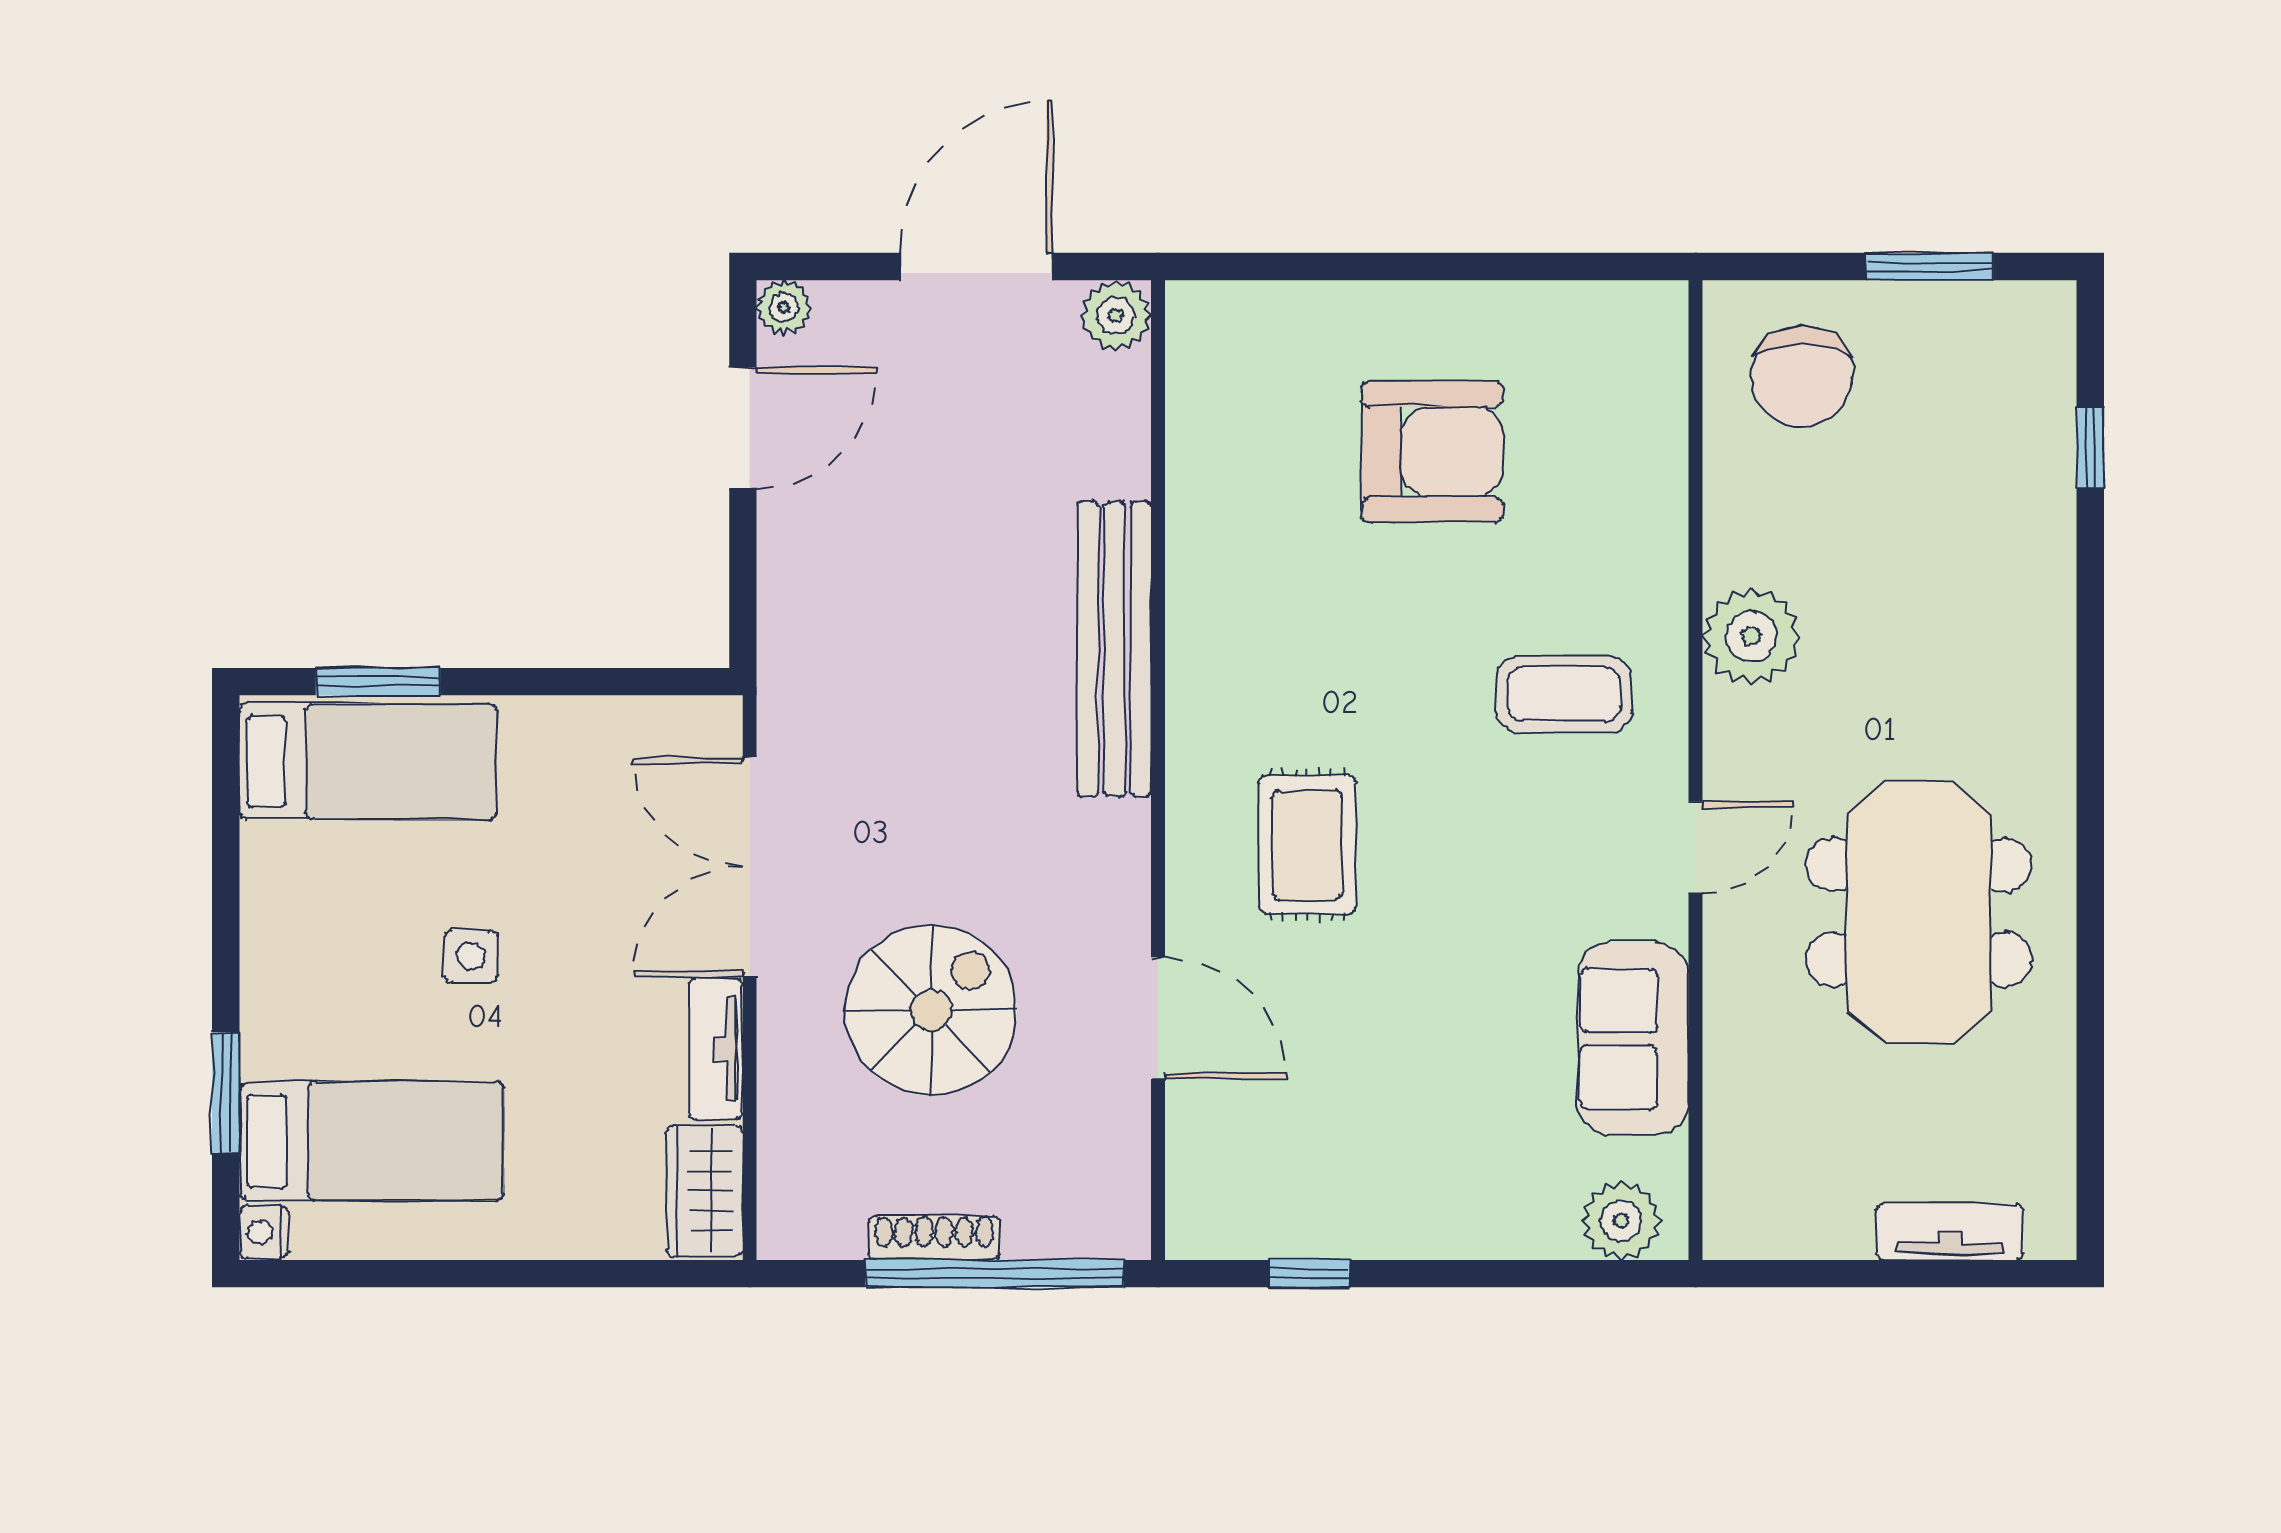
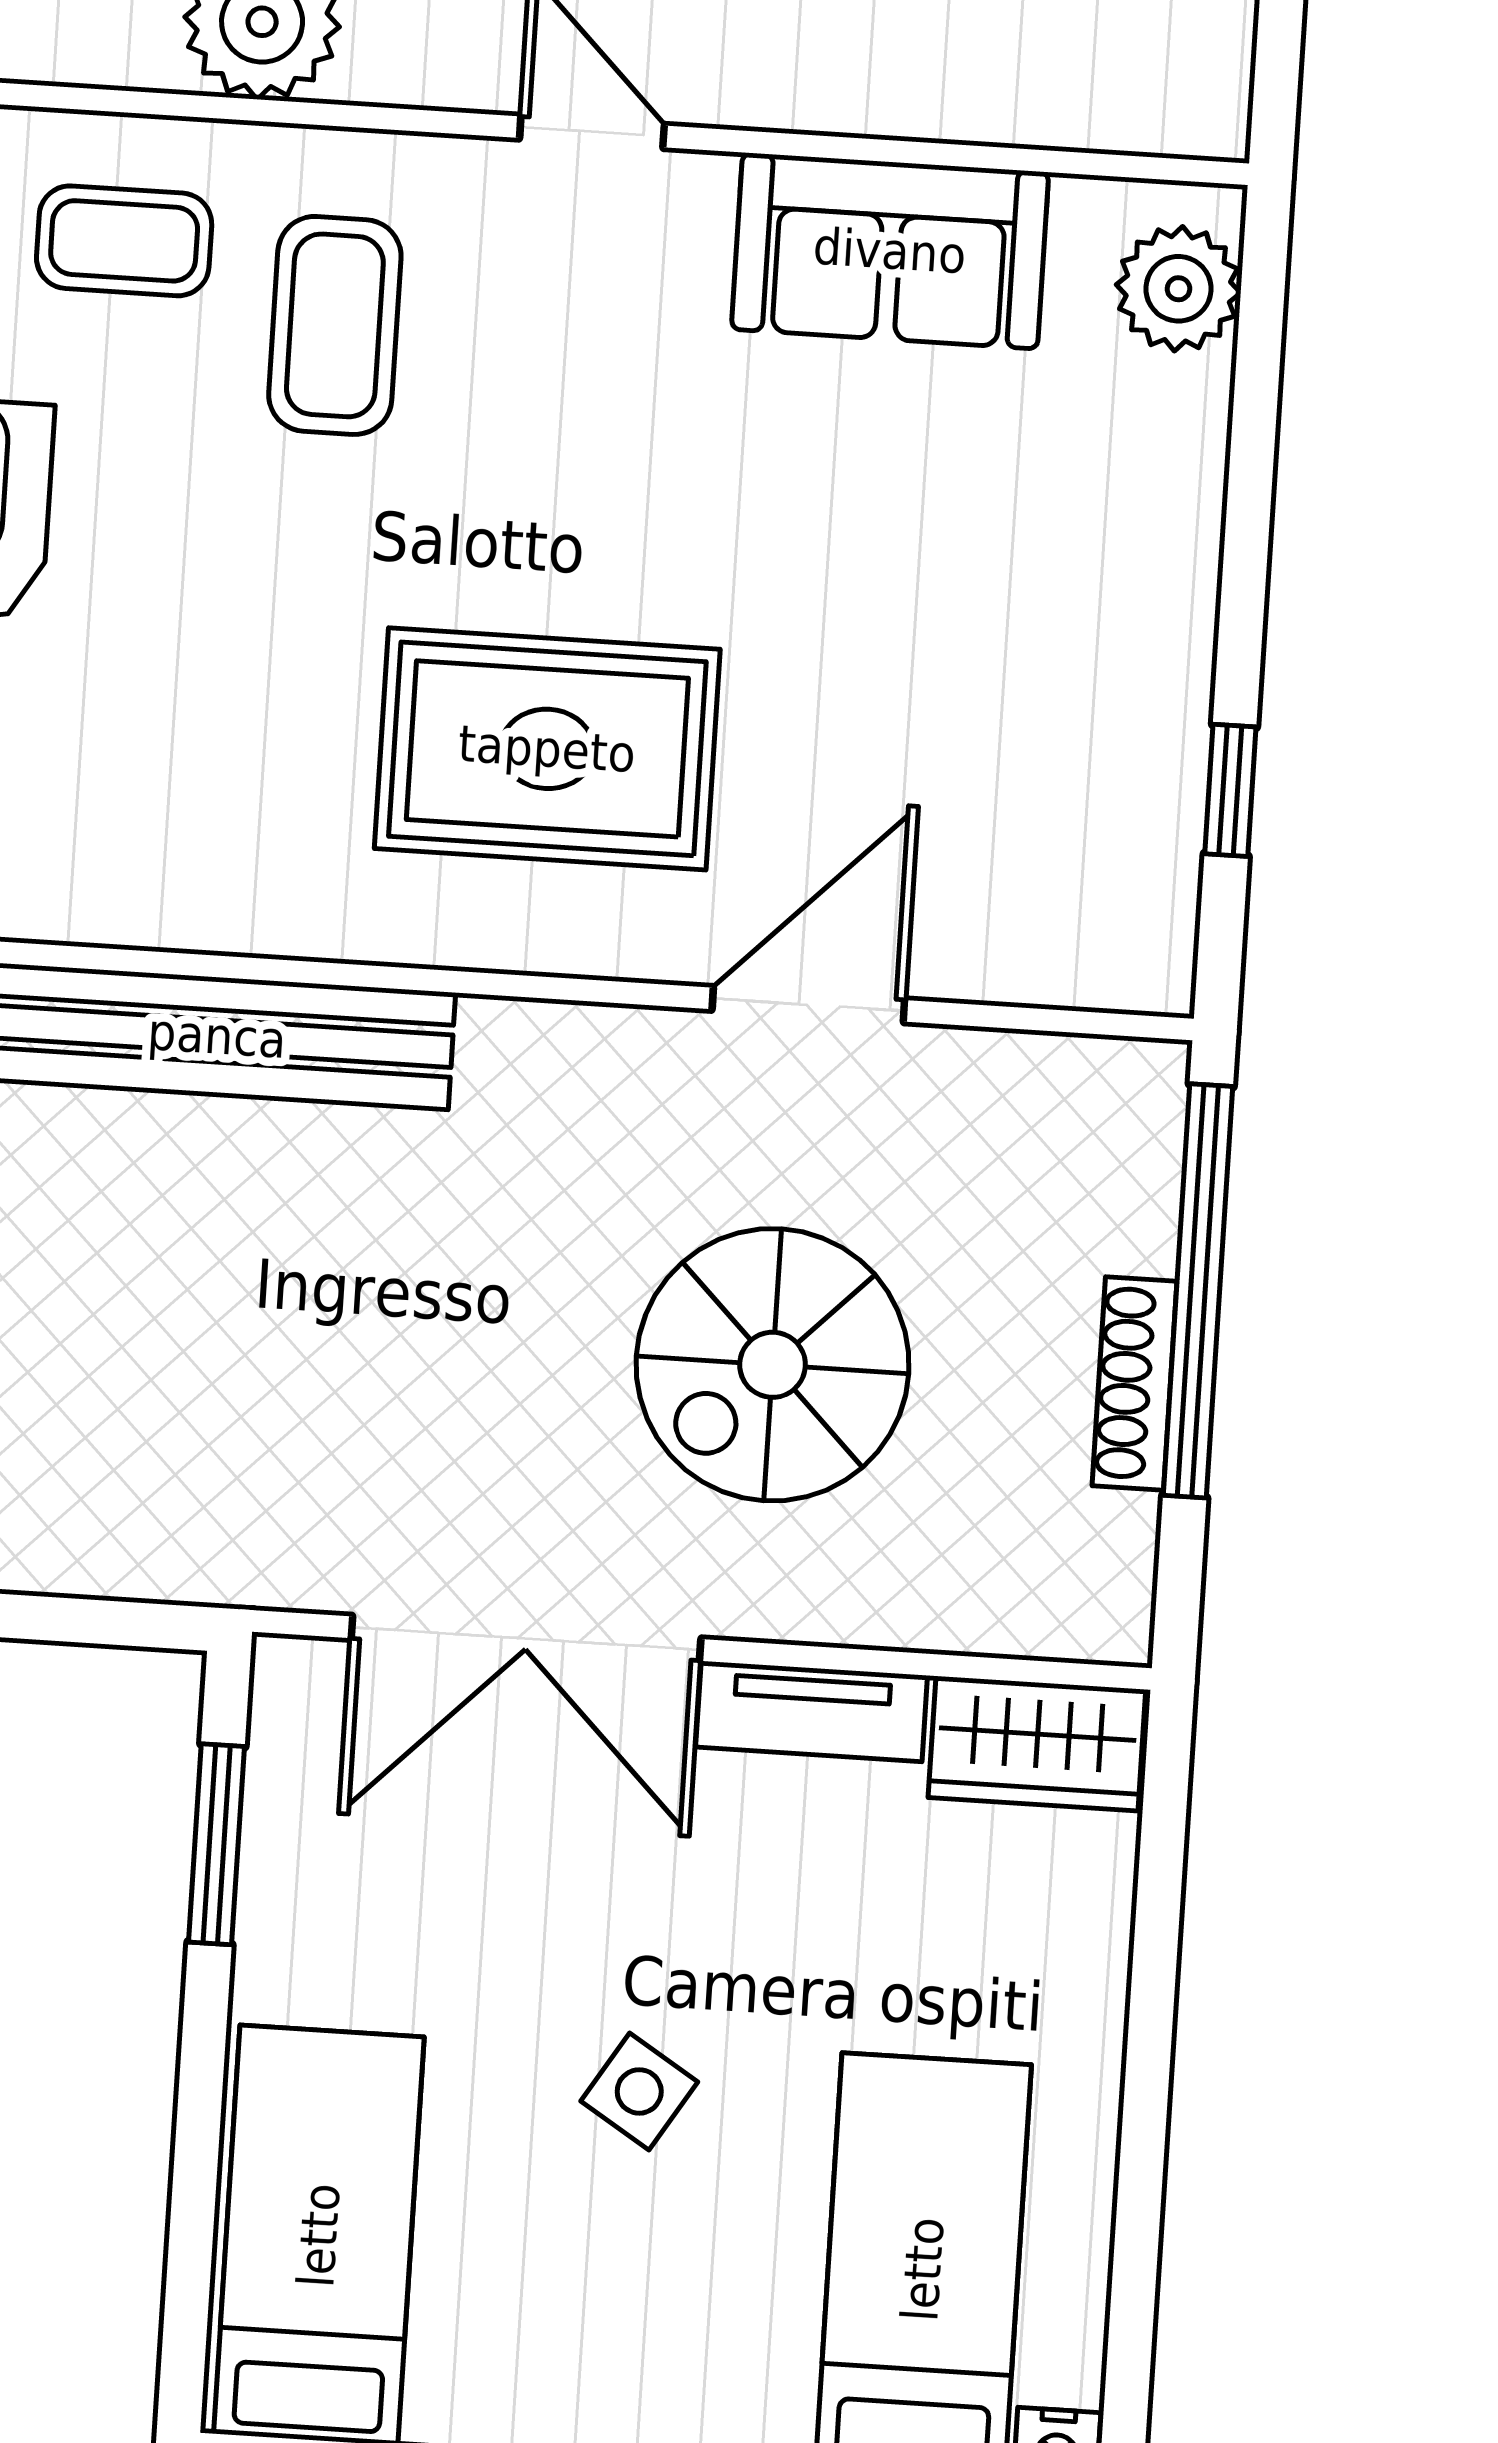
coffee table: (1608, 559) -> (124, 241), added
window: (378, 682) -> (216, 1844), moved
rug: (1307, 844) -> (547, 749), width x1.36, depth x1.43
side table: (471, 956) -> (639, 2091), turned 32
spiral stairs: (931, 1010) -> (773, 1365), turned -90

